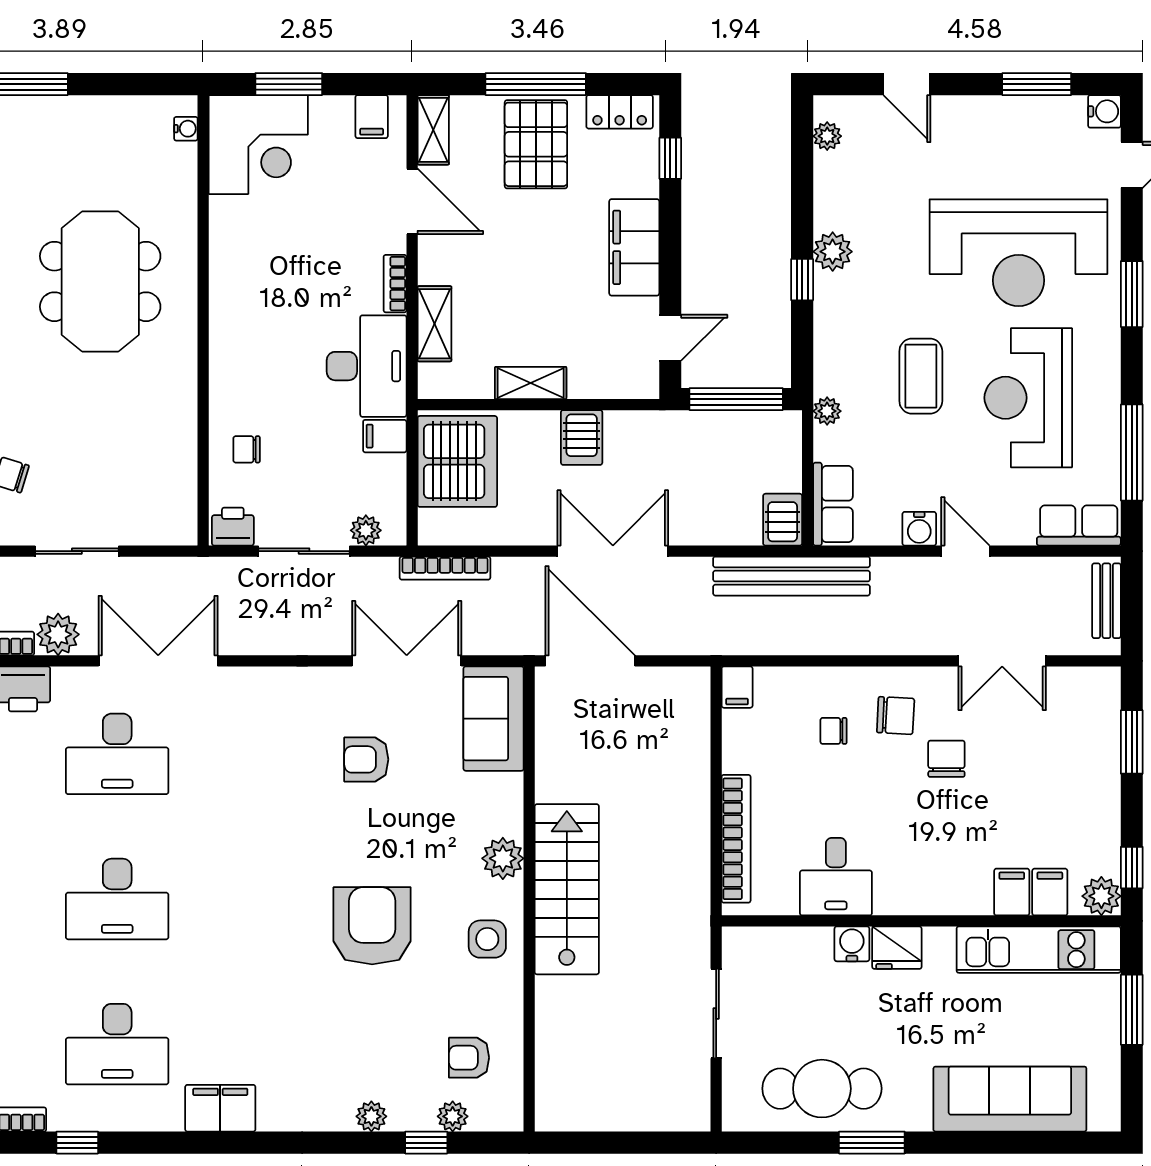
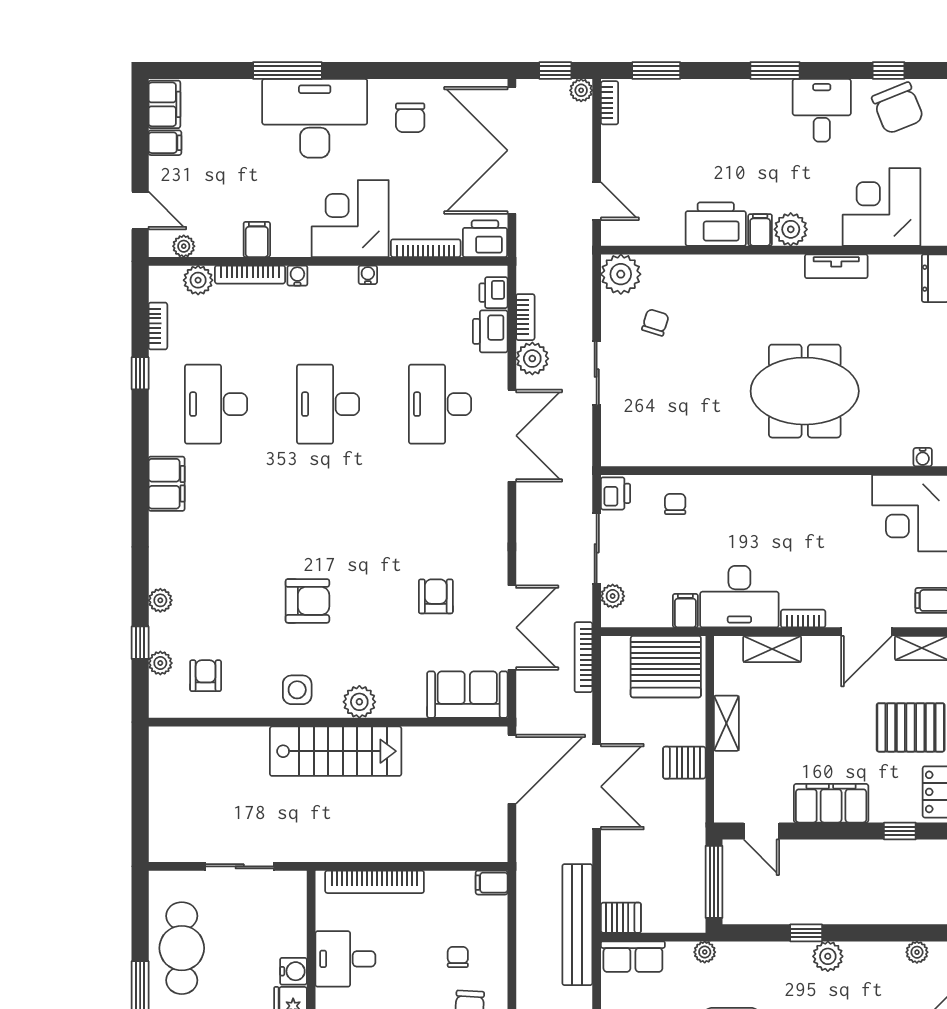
armchair: (372, 926) -> (307, 601), width x0.73, depth x0.73

